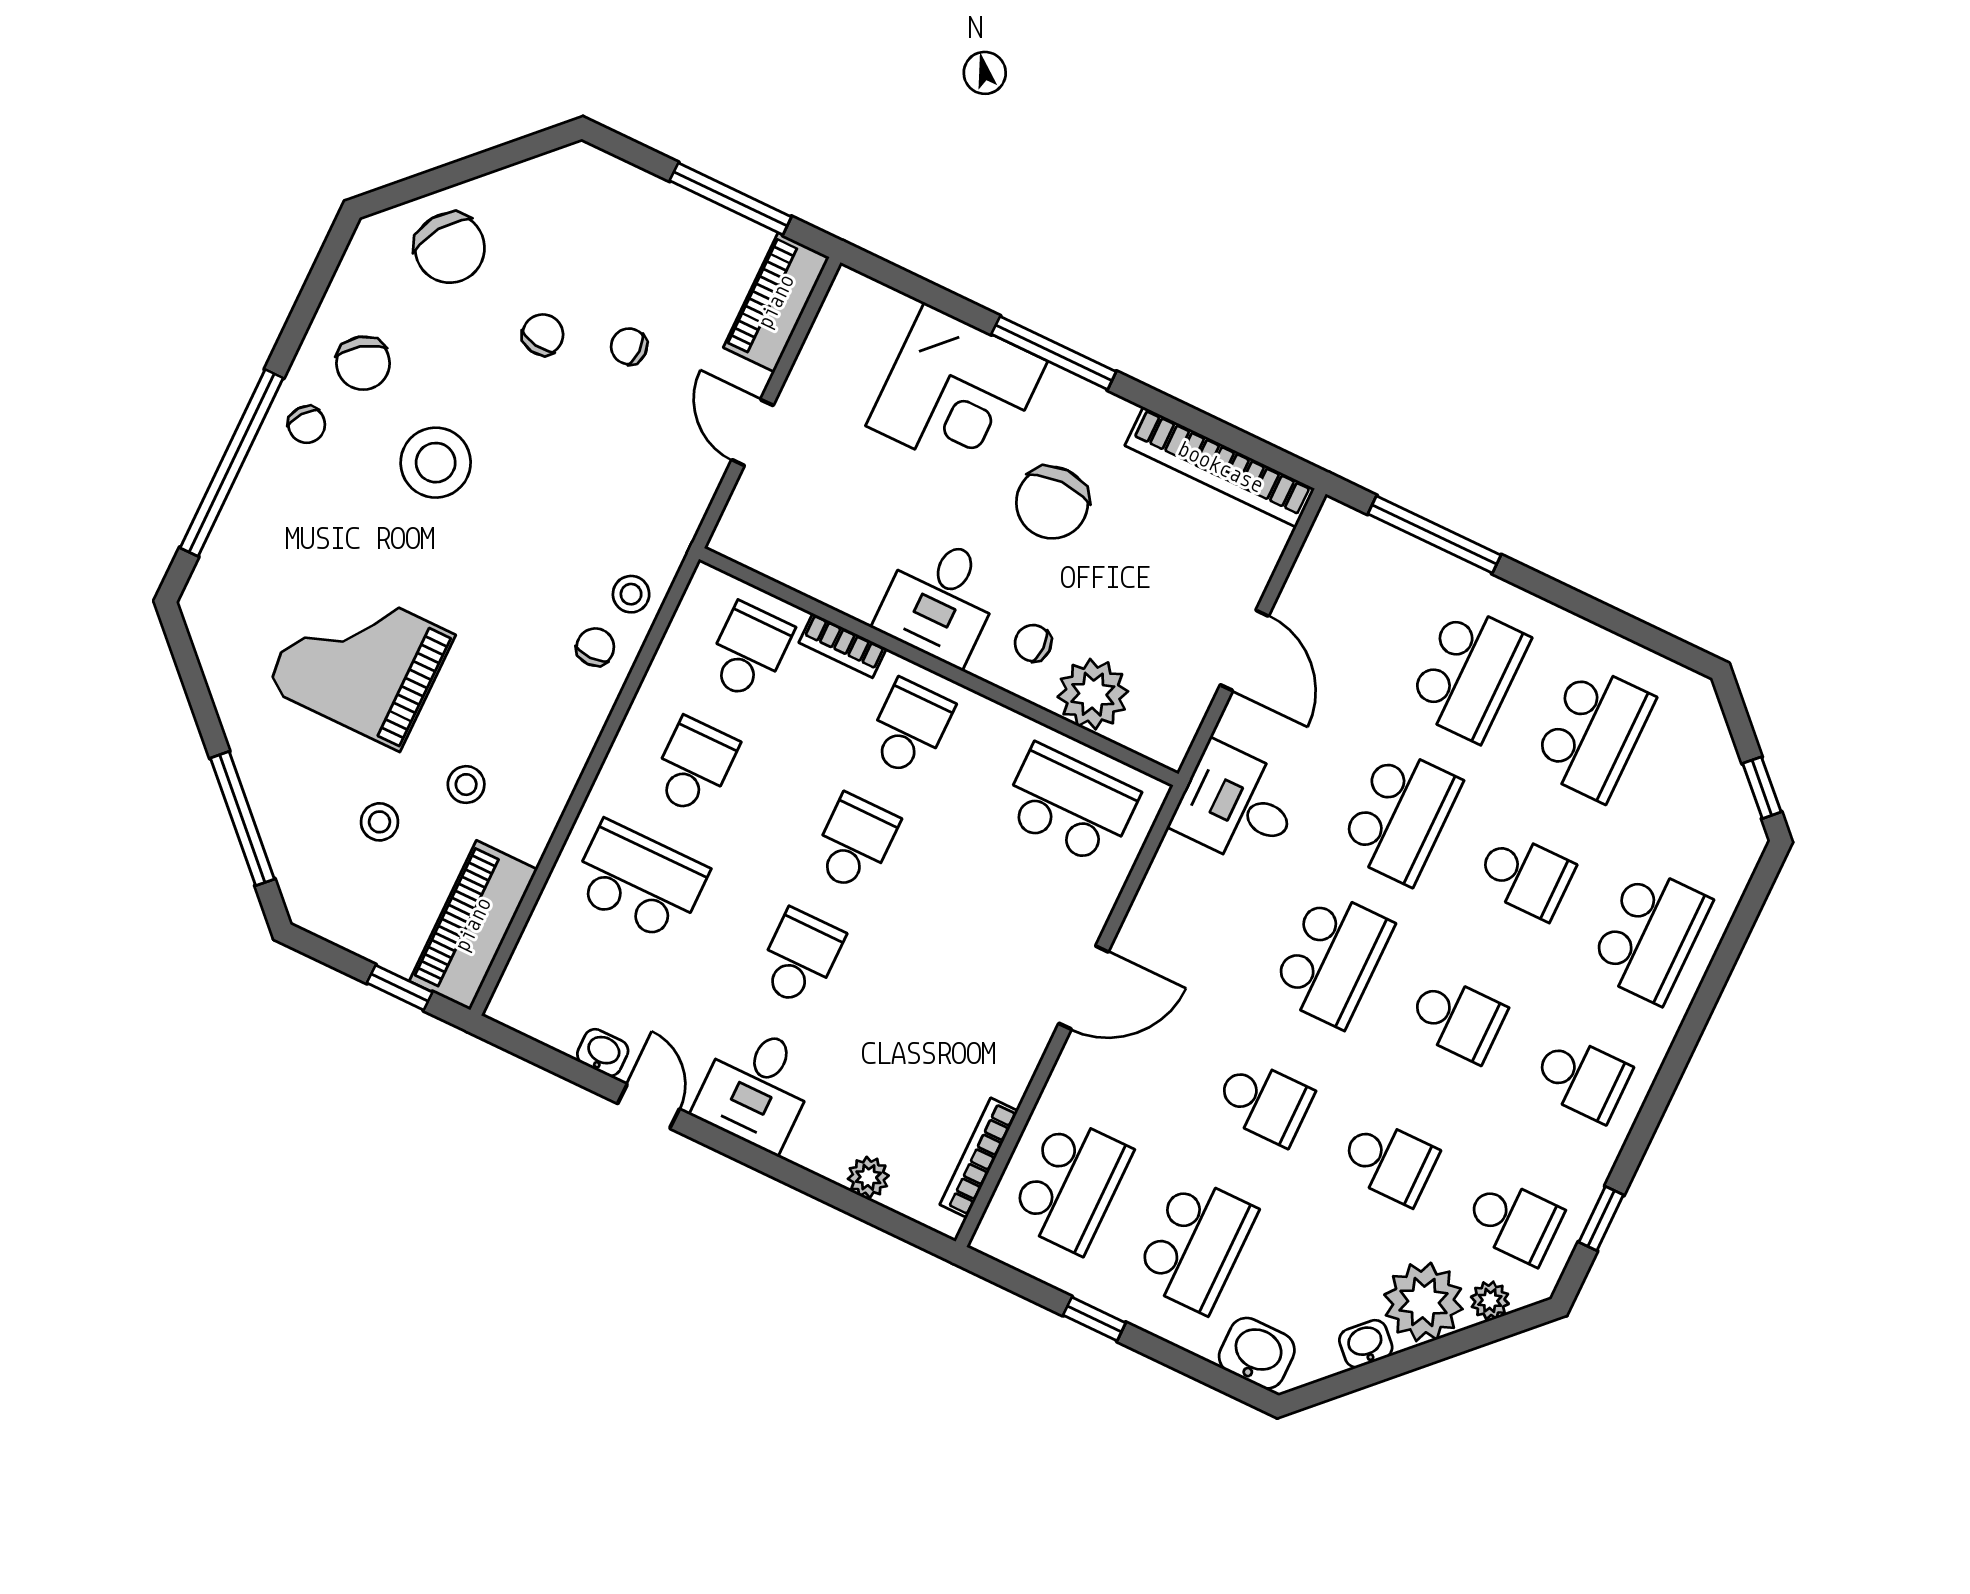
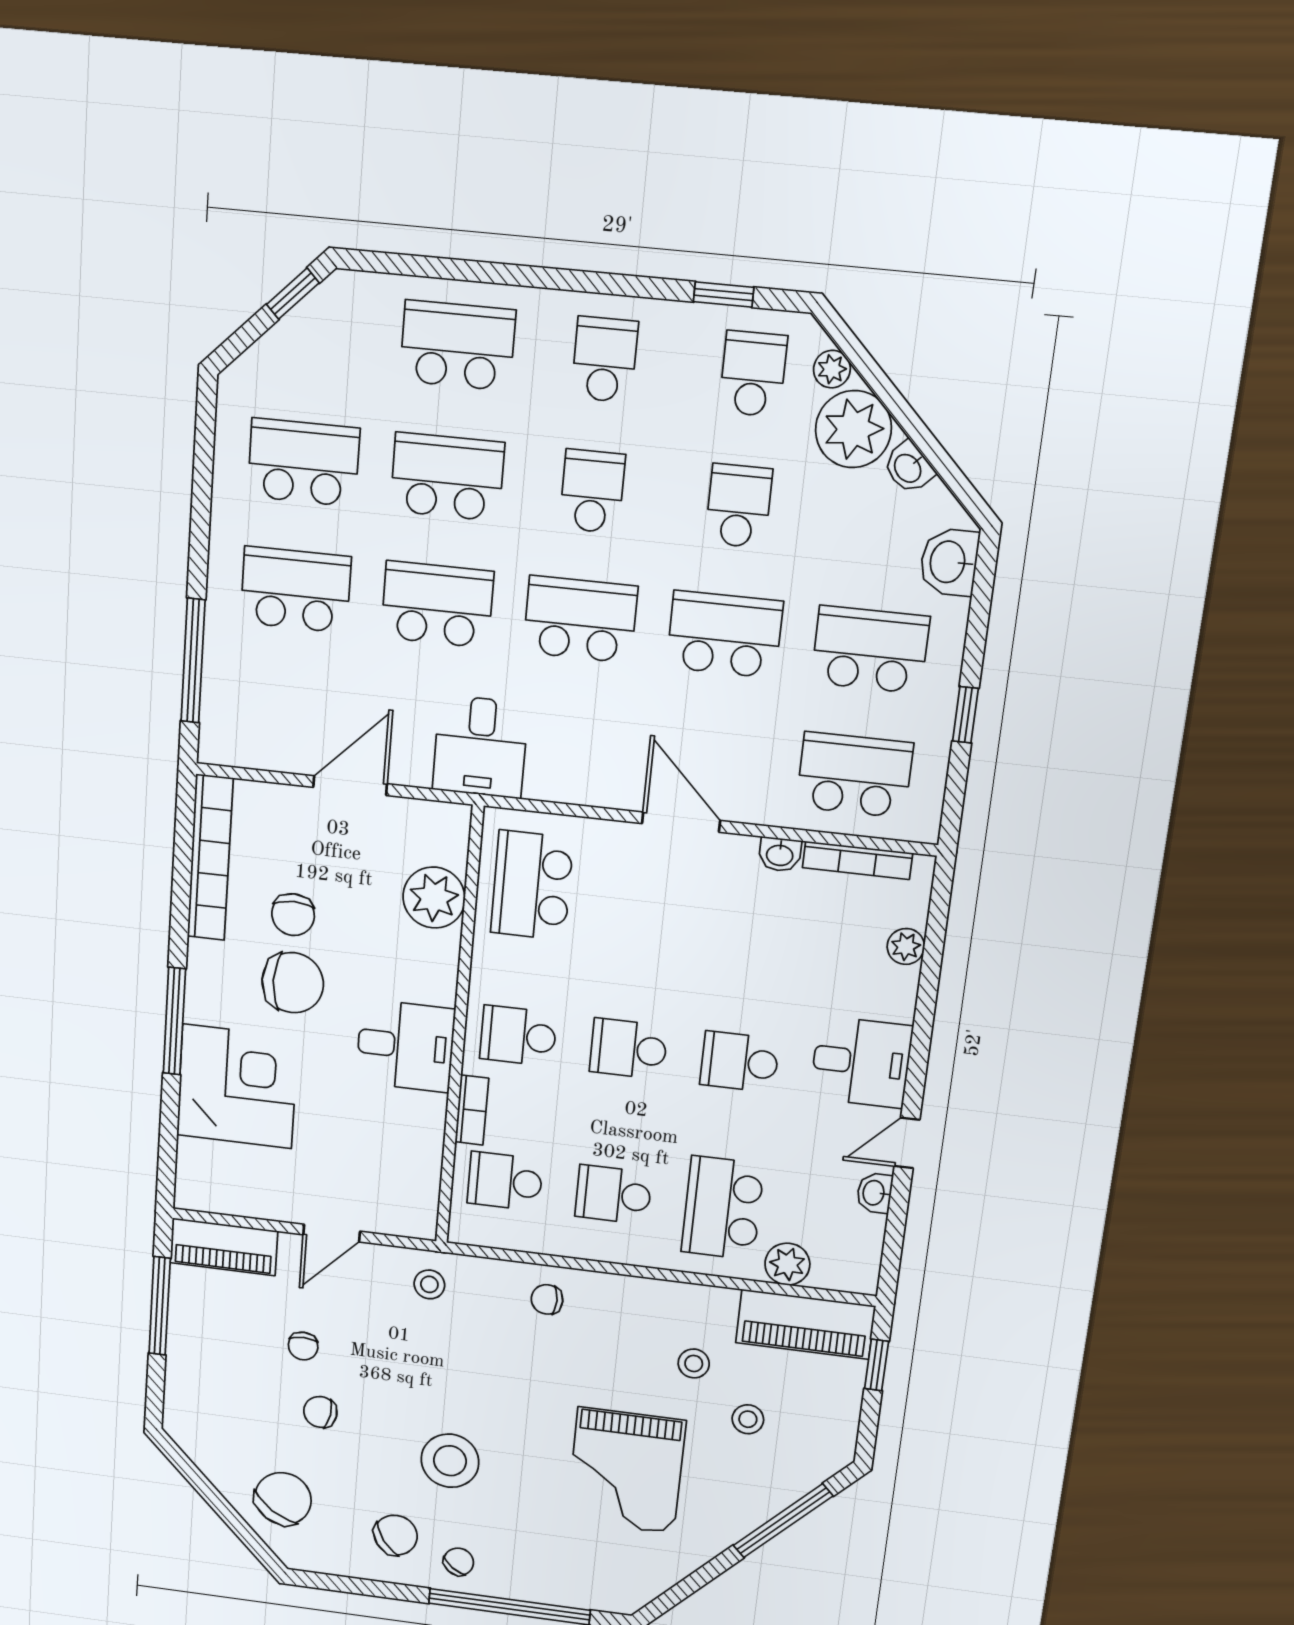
stool: (631, 594) -> (429, 1284), moved
chair: (1033, 643) -> (293, 915), moved, width x1.37, depth x1.37
school desk: (1525, 876) -> (447, 477), width x1.85
plant: (551, 930) -> (787, 1264), added
washbasin: (1013, 1079) -> (780, 854), added
school desk: (1264, 1102) -> (725, 634), width x1.85

